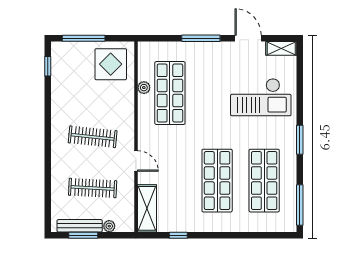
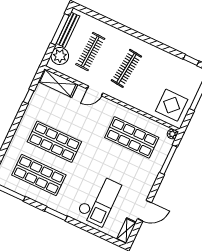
window: (201, 38) -> (168, 160), moved
plant: (144, 88) -> (172, 134), moved
checkout: (261, 97) -> (99, 200), turned 180
plant: (109, 226) -> (60, 56), width x1.88, depth x1.88
window: (83, 235) -> (60, 29), width x1.44

